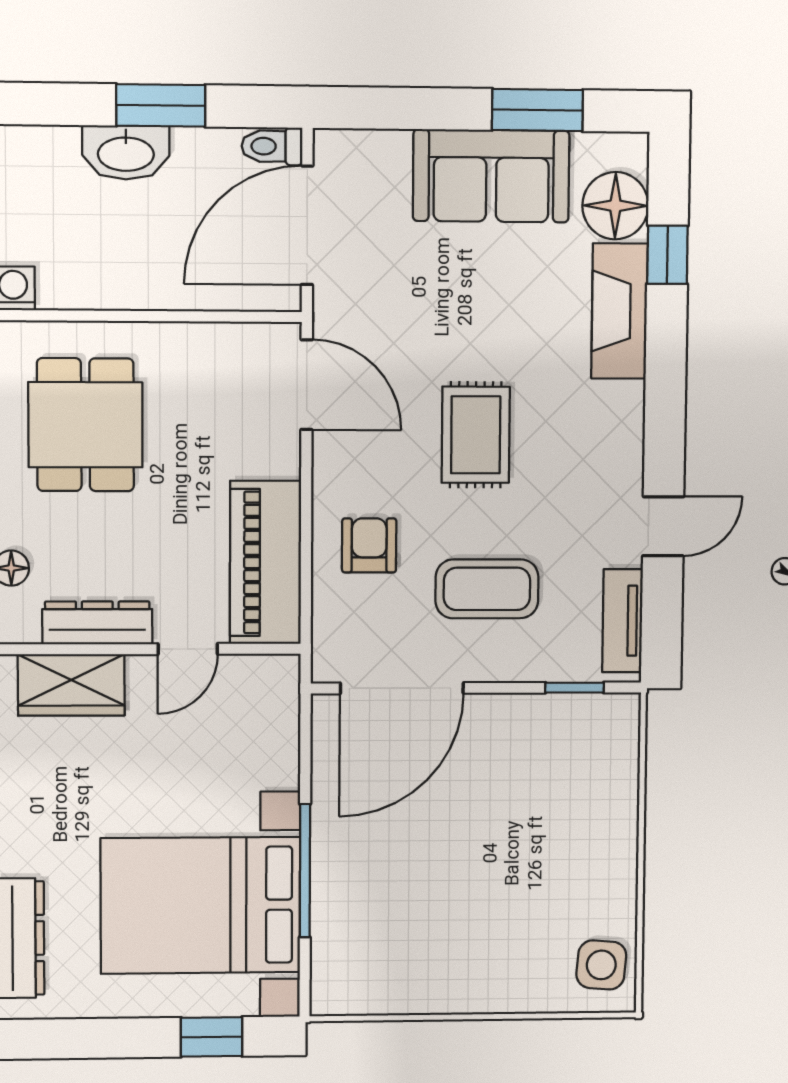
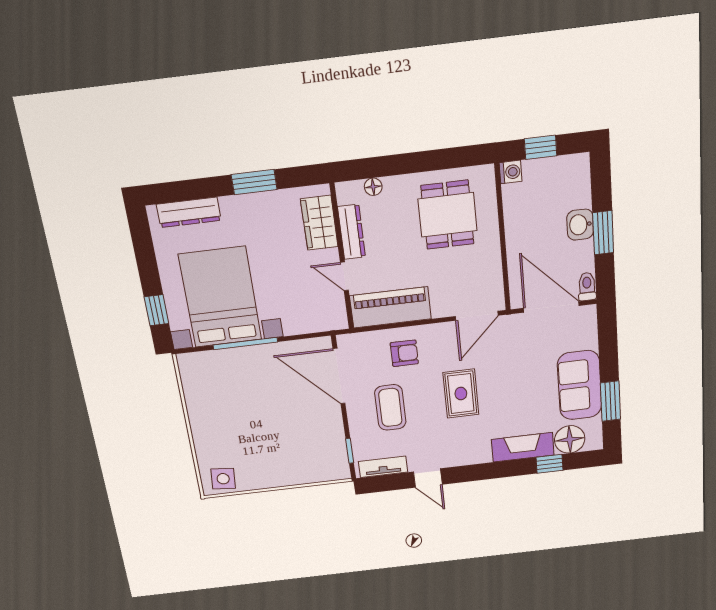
washbasin: (126, 153) -> (580, 225), width x0.72
dining table: (85, 425) -> (447, 215), turned 90
rug: (476, 435) -> (461, 394), turned 90

